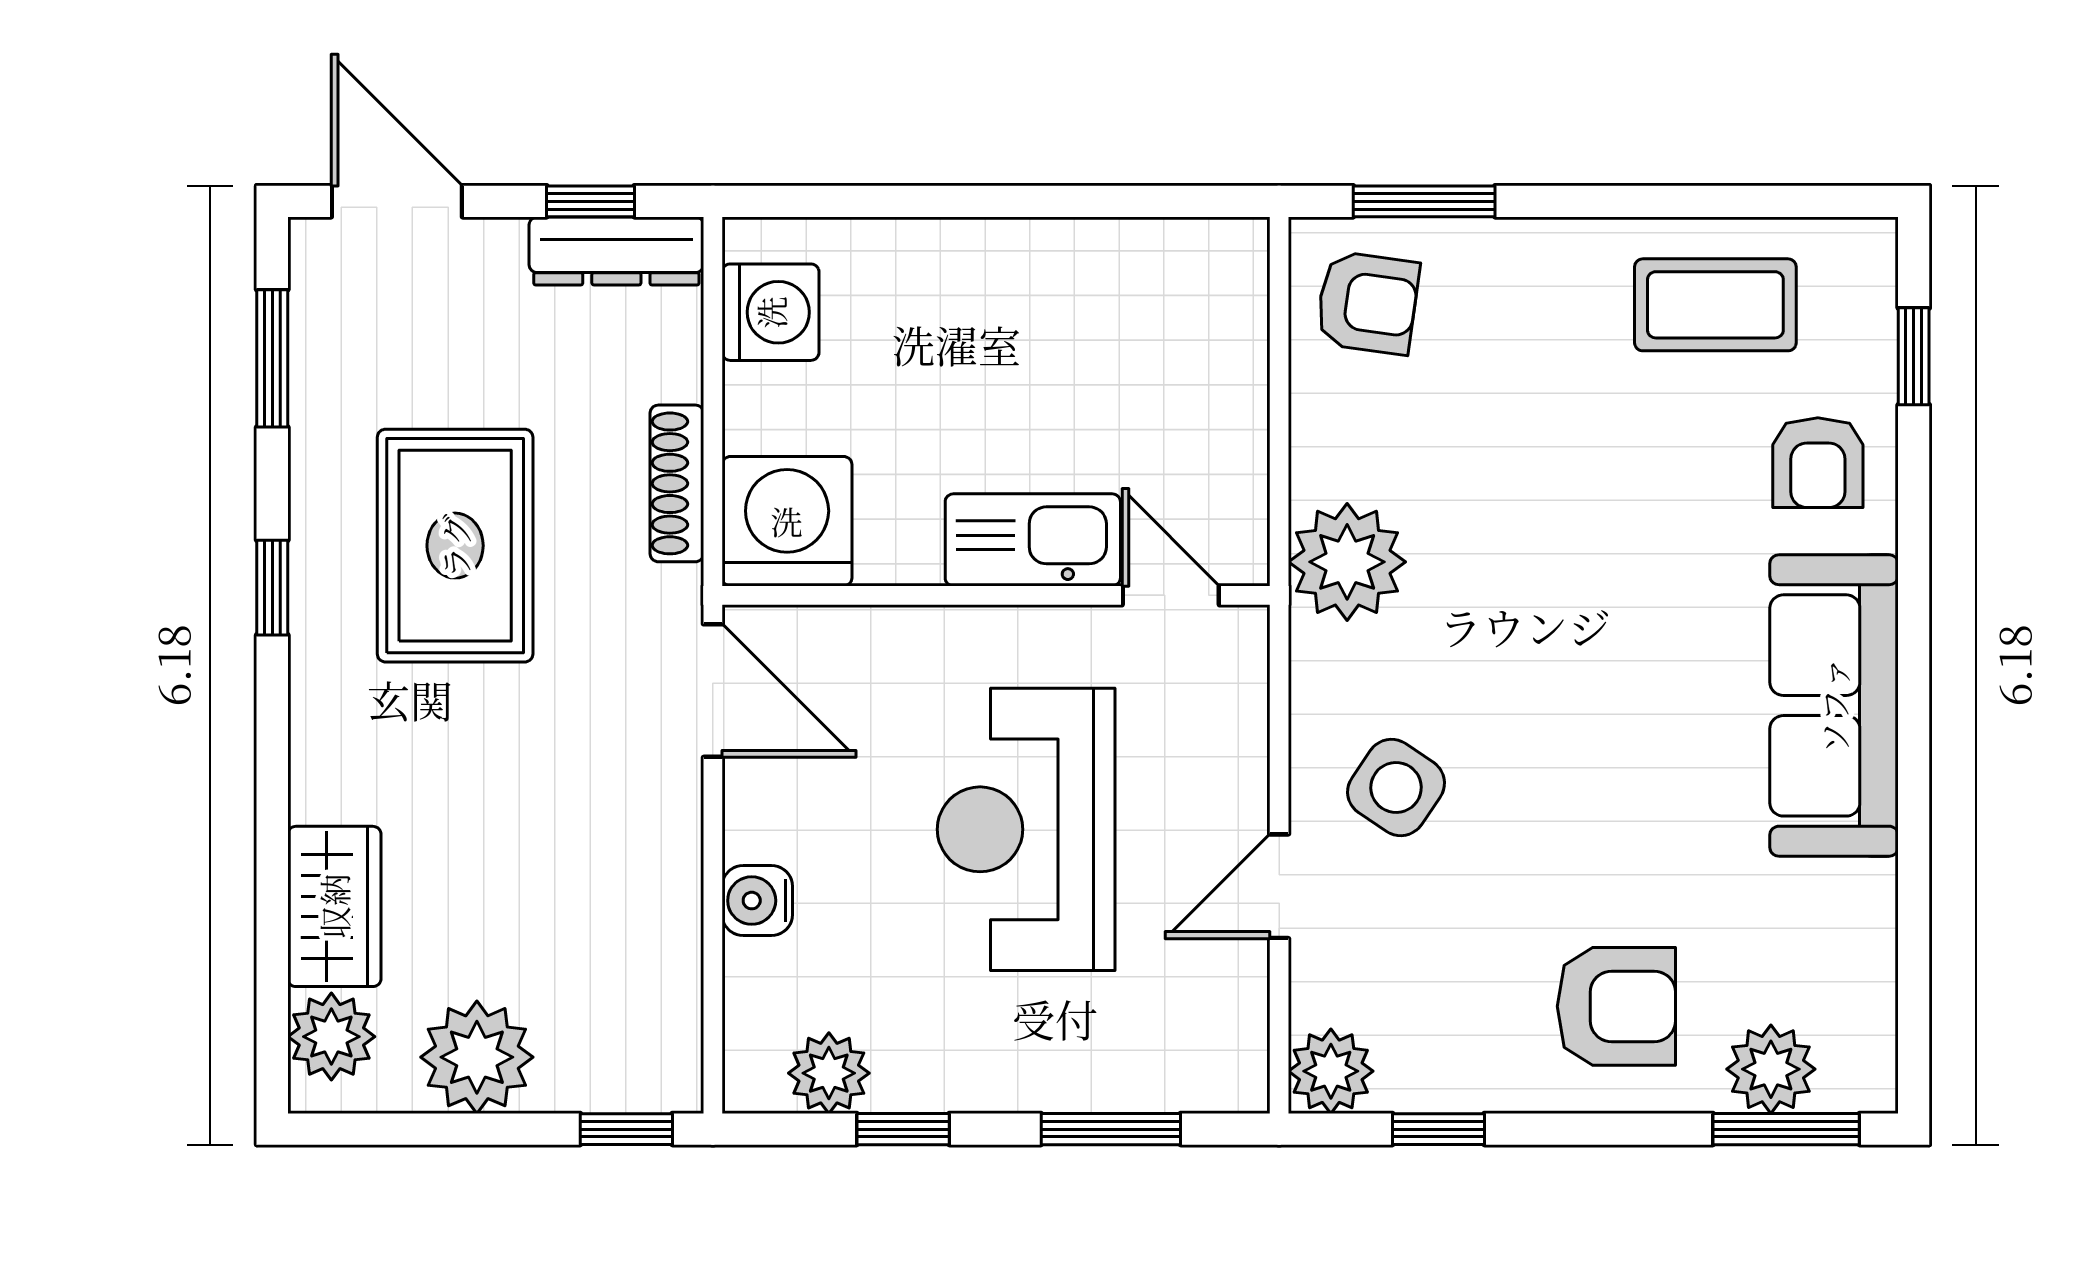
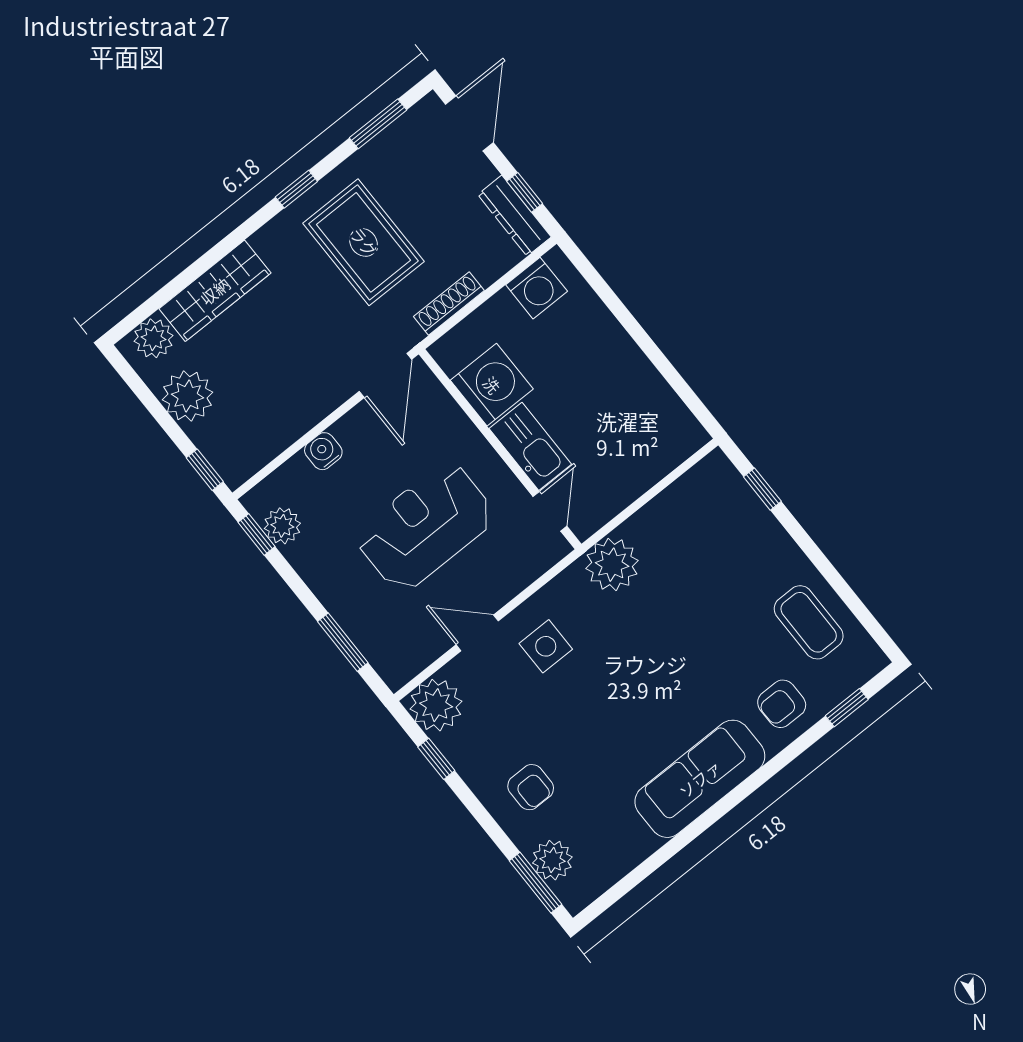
window: (1424, 201) -> (762, 489), width x0.67
armchair: (1367, 303) -> (710, 498), removed
washing machine: (787, 521) -> (492, 385), moved
rug: (455, 546) -> (364, 242), turned 90
side table: (1396, 787) -> (546, 646), turned -34
wardrobe: (334, 906) -> (215, 291), width x1.50
armchair: (1616, 1006) -> (531, 787), width x0.72, depth x0.72
plant: (1331, 1071) -> (436, 705), width x1.36, depth x1.36
window: (903, 1129) -> (257, 534), moved

